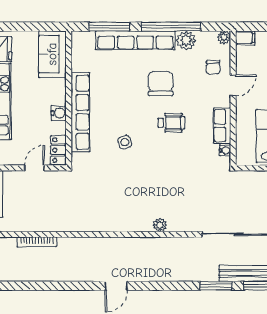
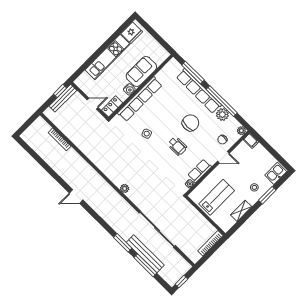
sofa: (52, 54) -> (141, 71), moved

